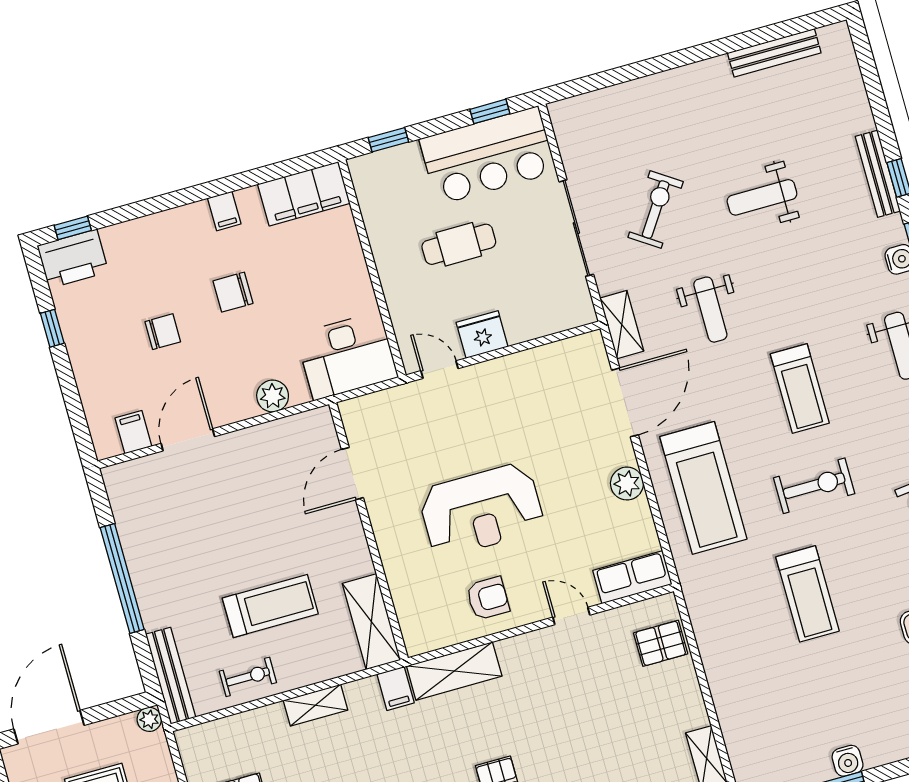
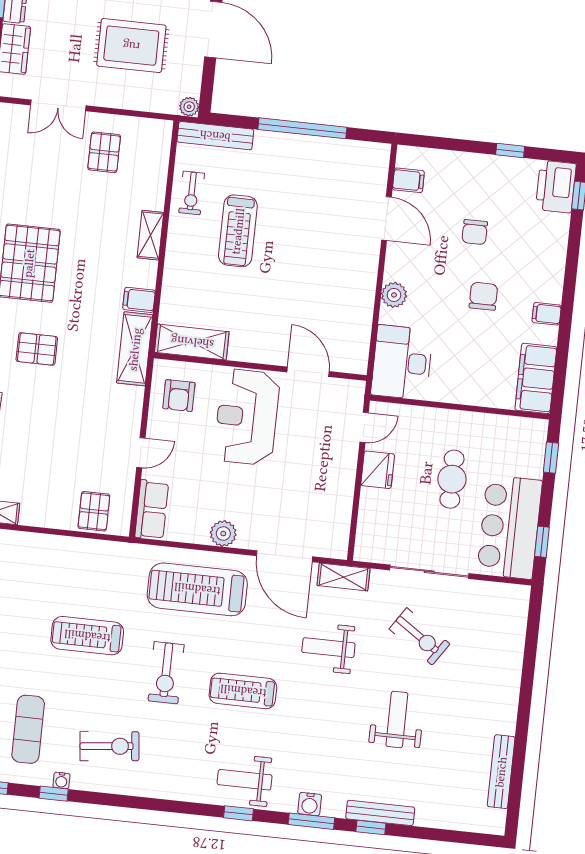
door: (352, 474) -> (308, 372), moved
wall: (368, 531) -> (260, 367), moved
shelving: (371, 622) -> (192, 342), moved

